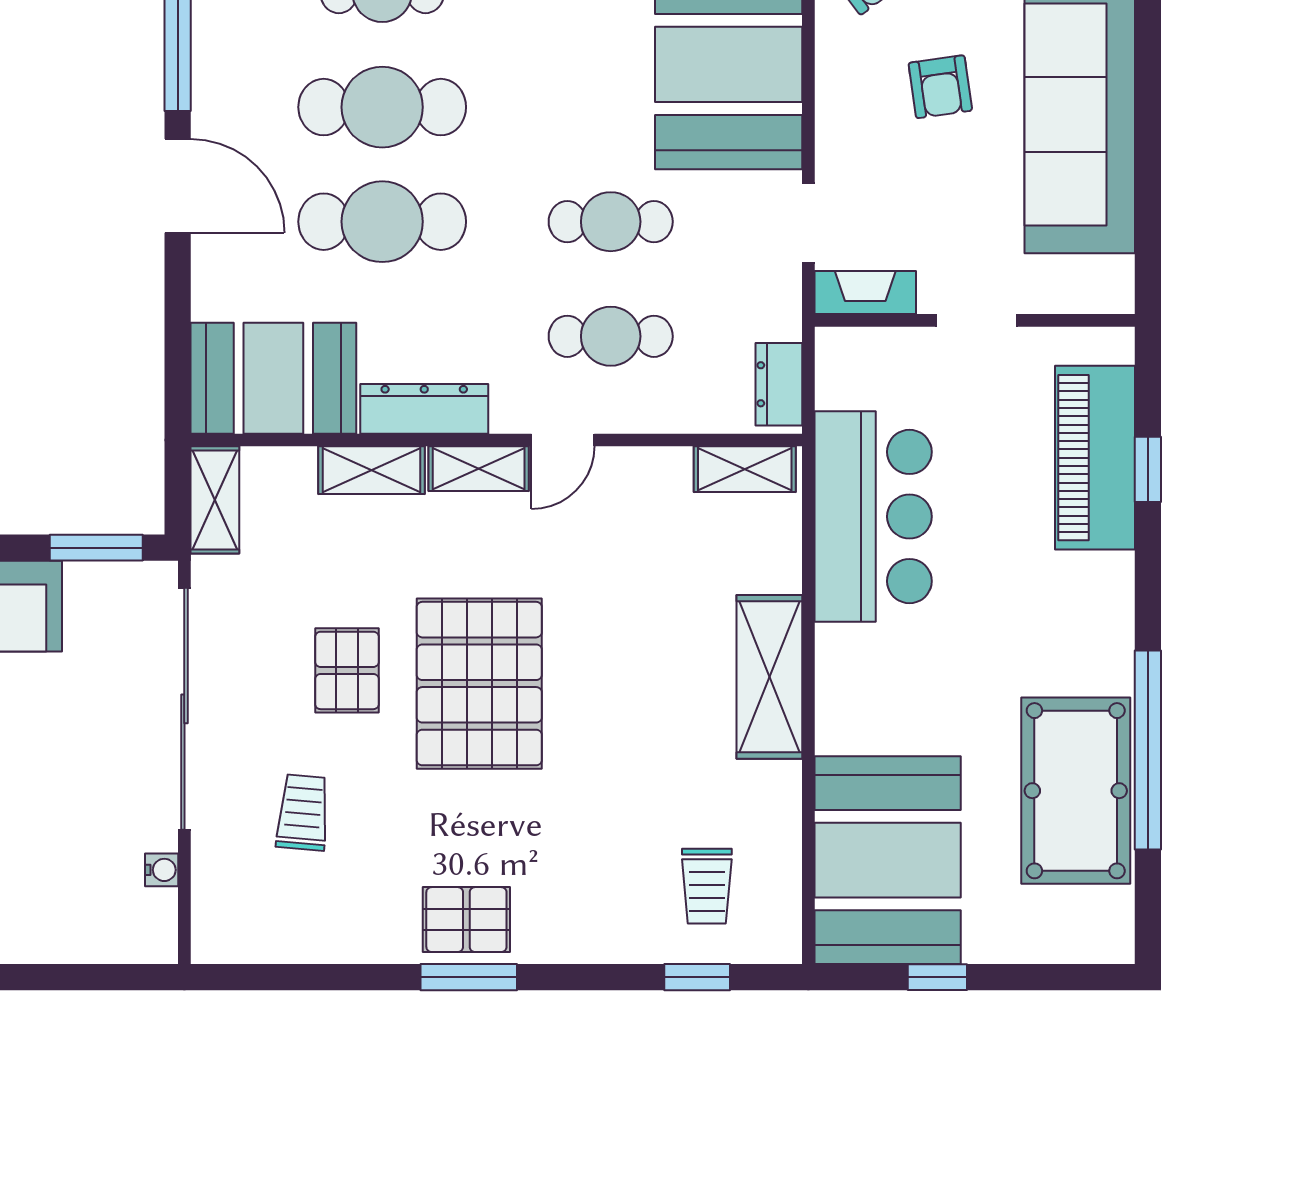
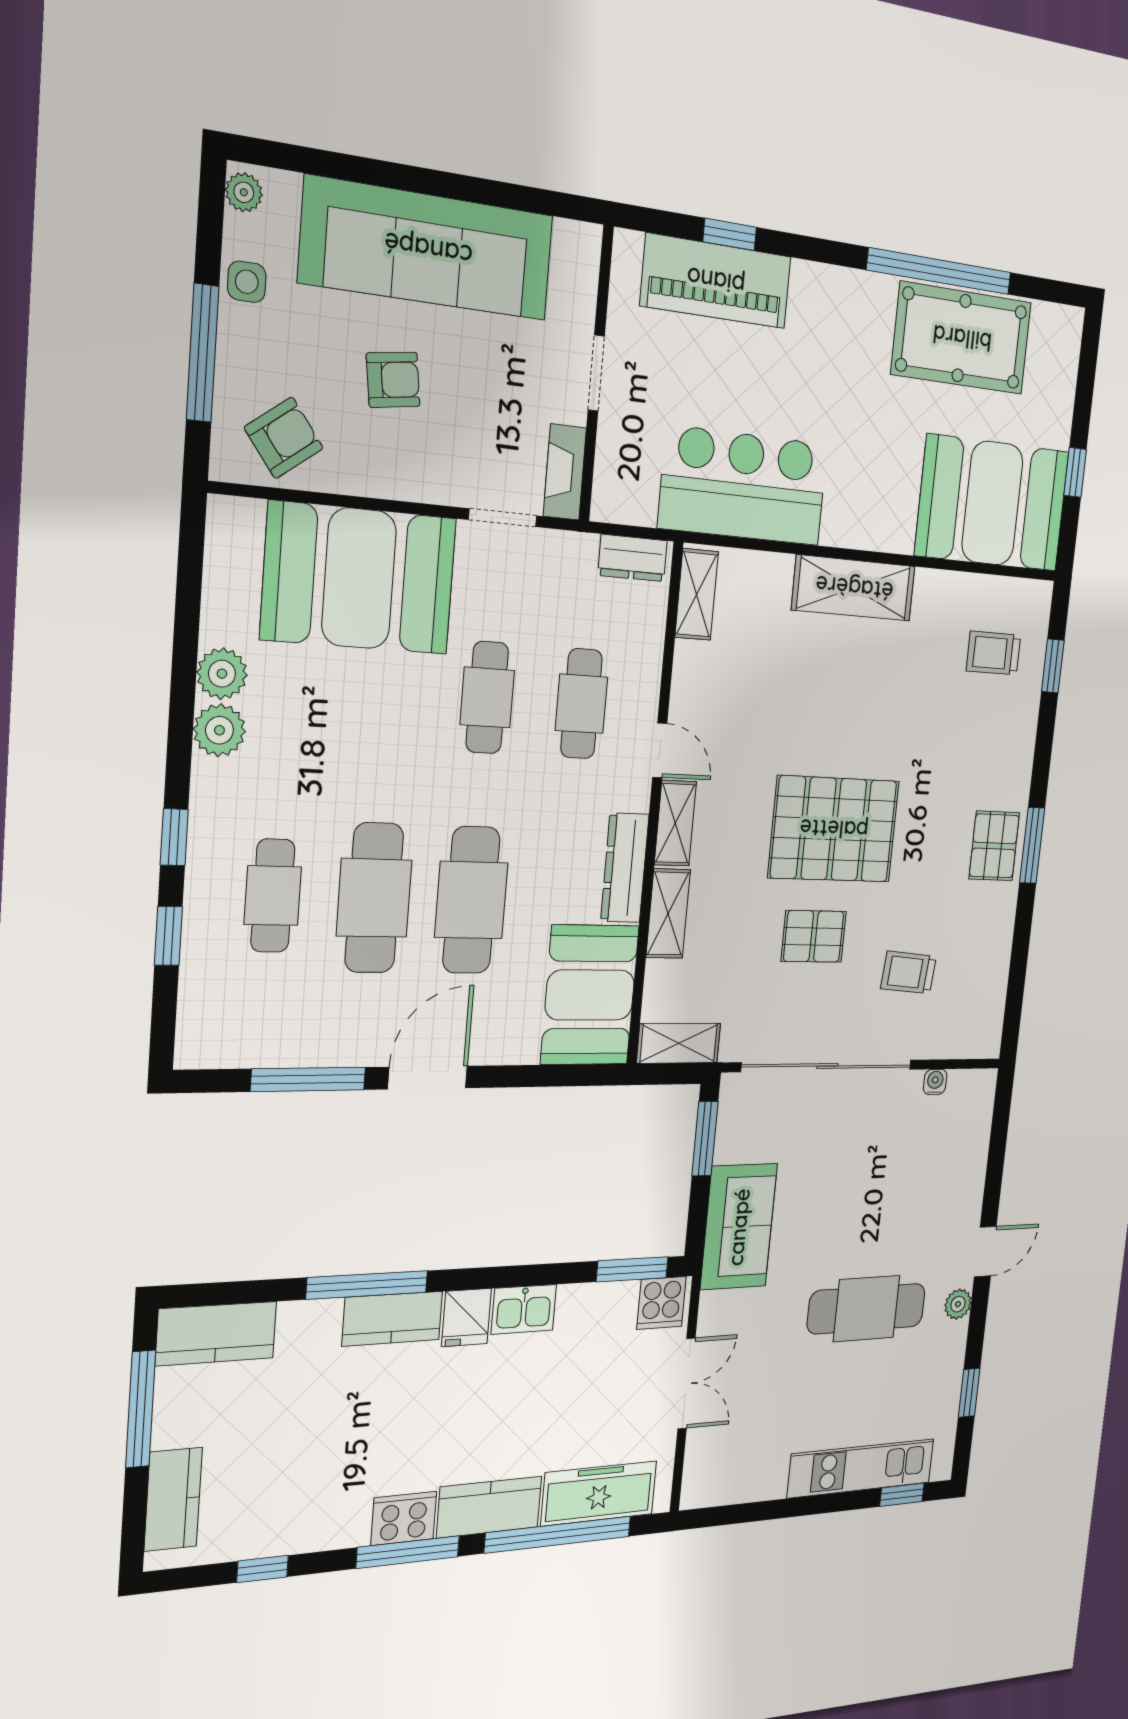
trolley: (707, 886) -> (993, 653), turned 180

